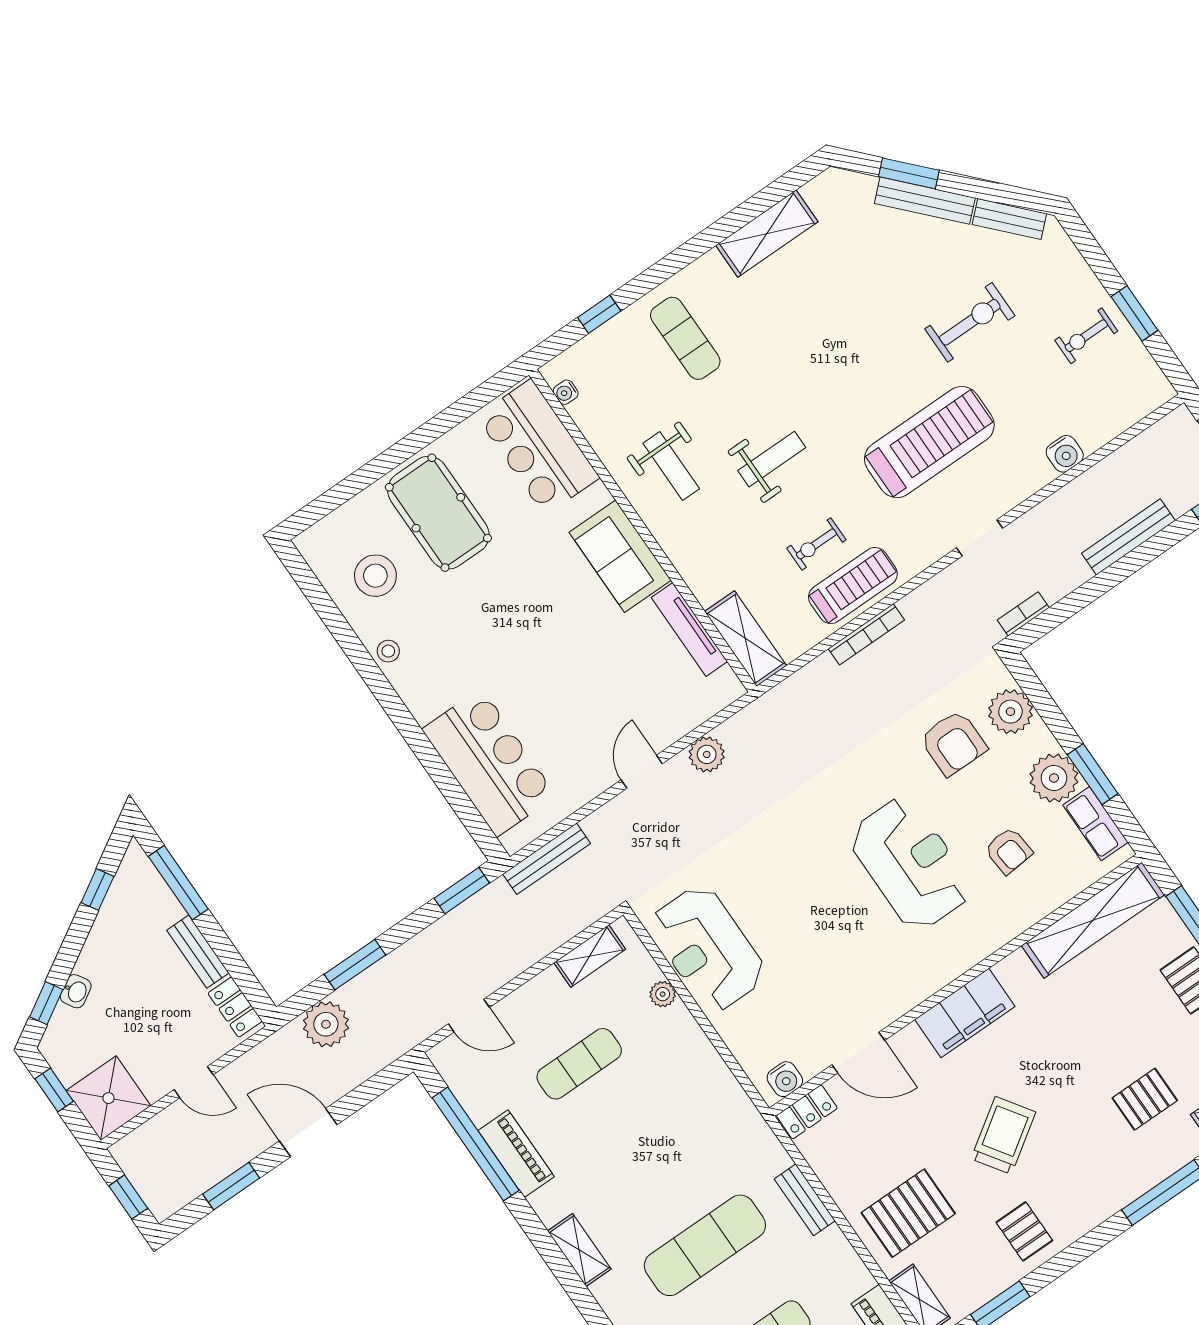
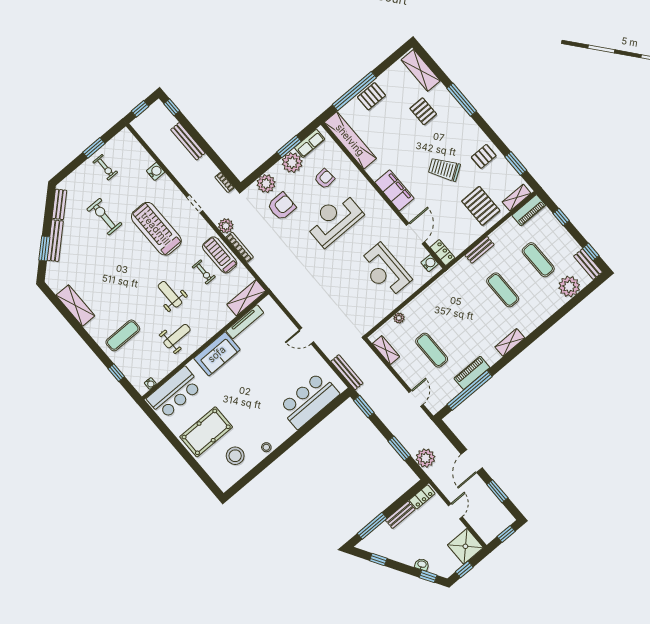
plant: (707, 754) -> (226, 226), moved
reception desk: (707, 949) -> (385, 271), moved, turned 90
exercise mat: (705, 1245) -> (503, 290), width x0.73, depth x0.69

